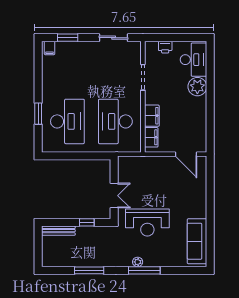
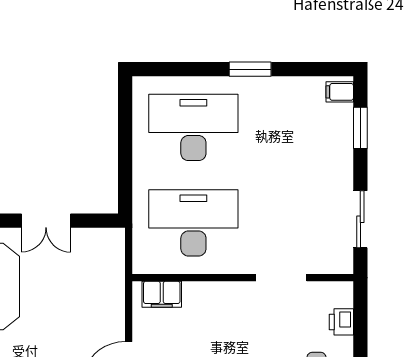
window: (38, 114) -> (250, 69), moved
filing cabinet: (152, 116) -> (205, 295), removed
desk: (67, 121) -> (193, 127), turned 180

